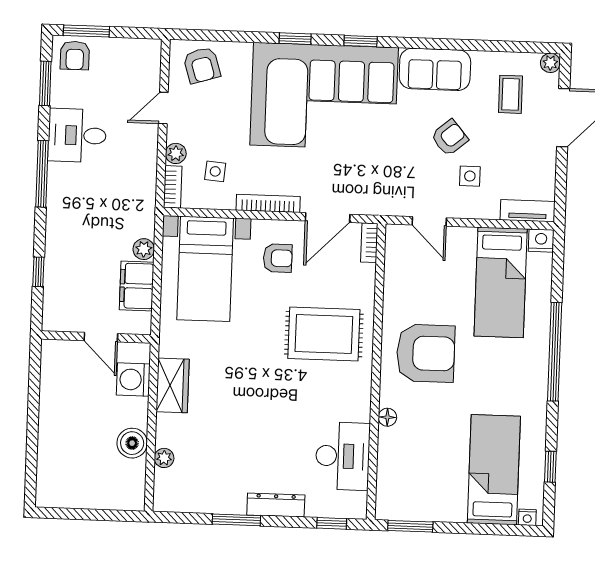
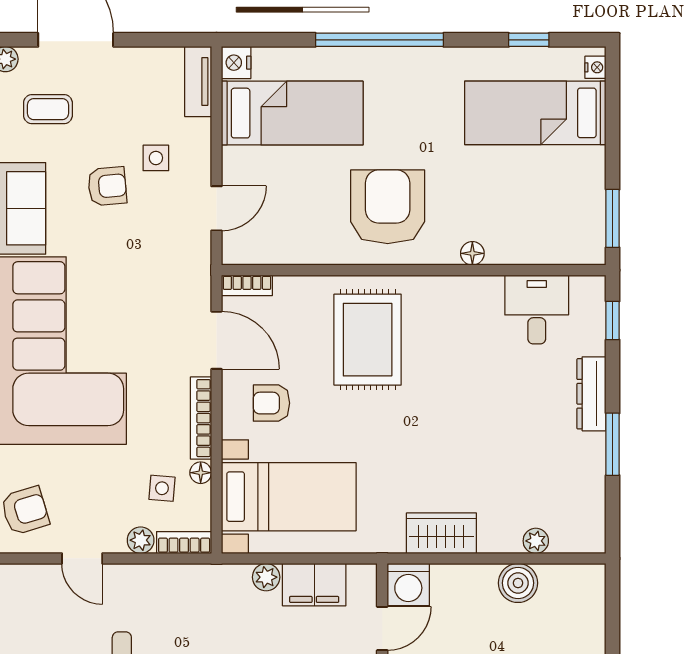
armchair: (449, 138) -> (107, 186), turned 125
floor lamp: (226, 202) -> (201, 473), added
armchair: (278, 258) -> (271, 403), turned -90
washing machine: (133, 380) -> (408, 585), moved
desk: (343, 456) -> (537, 309), width x0.73

